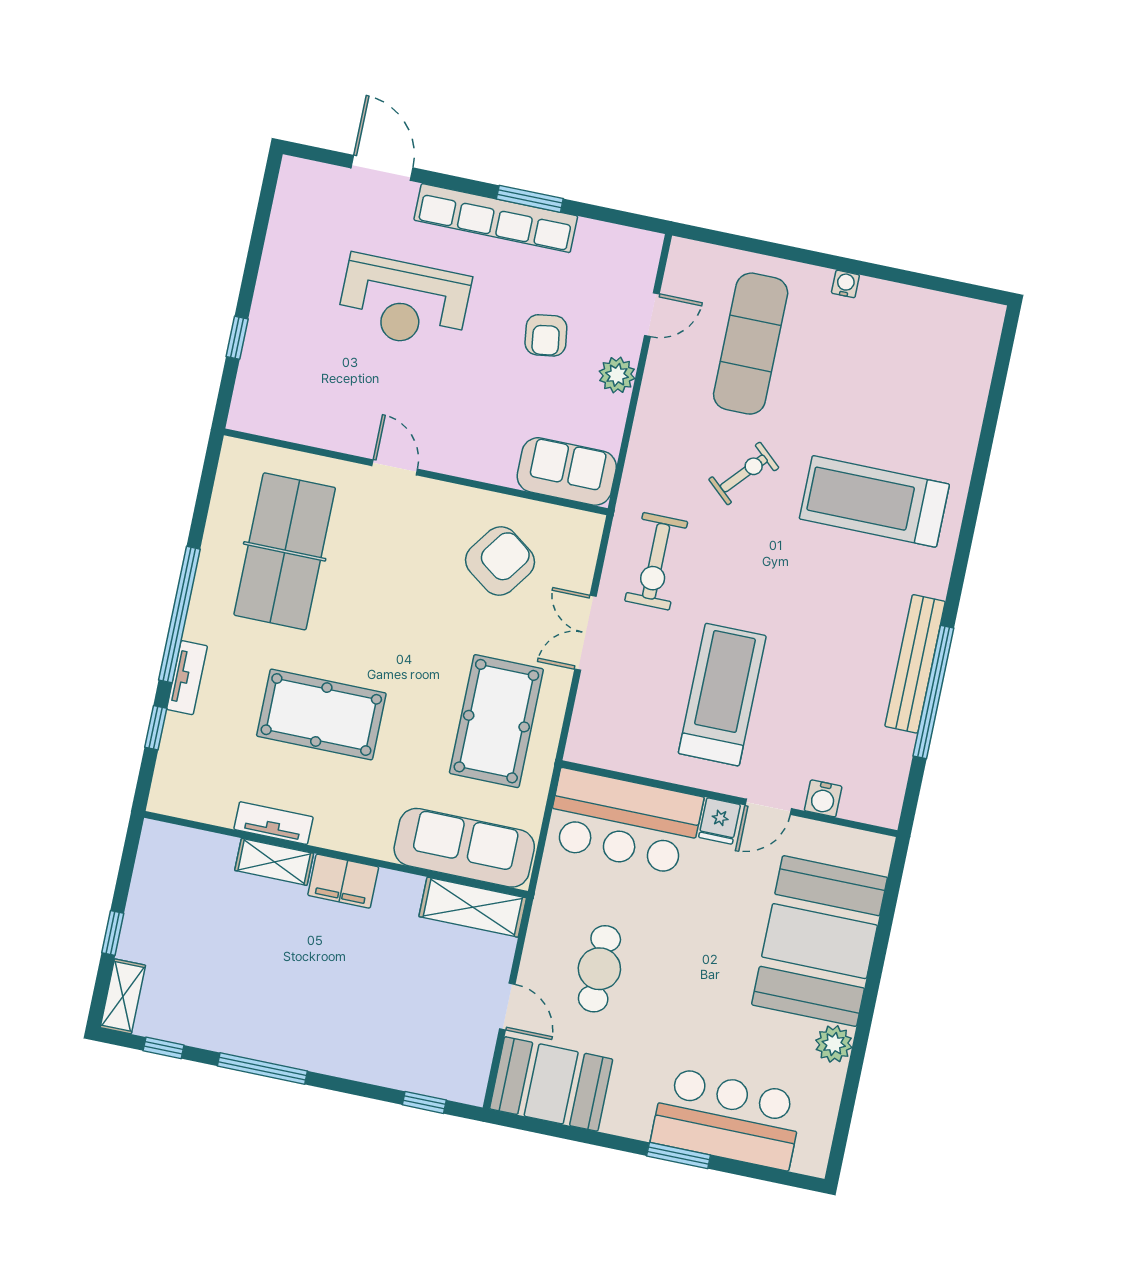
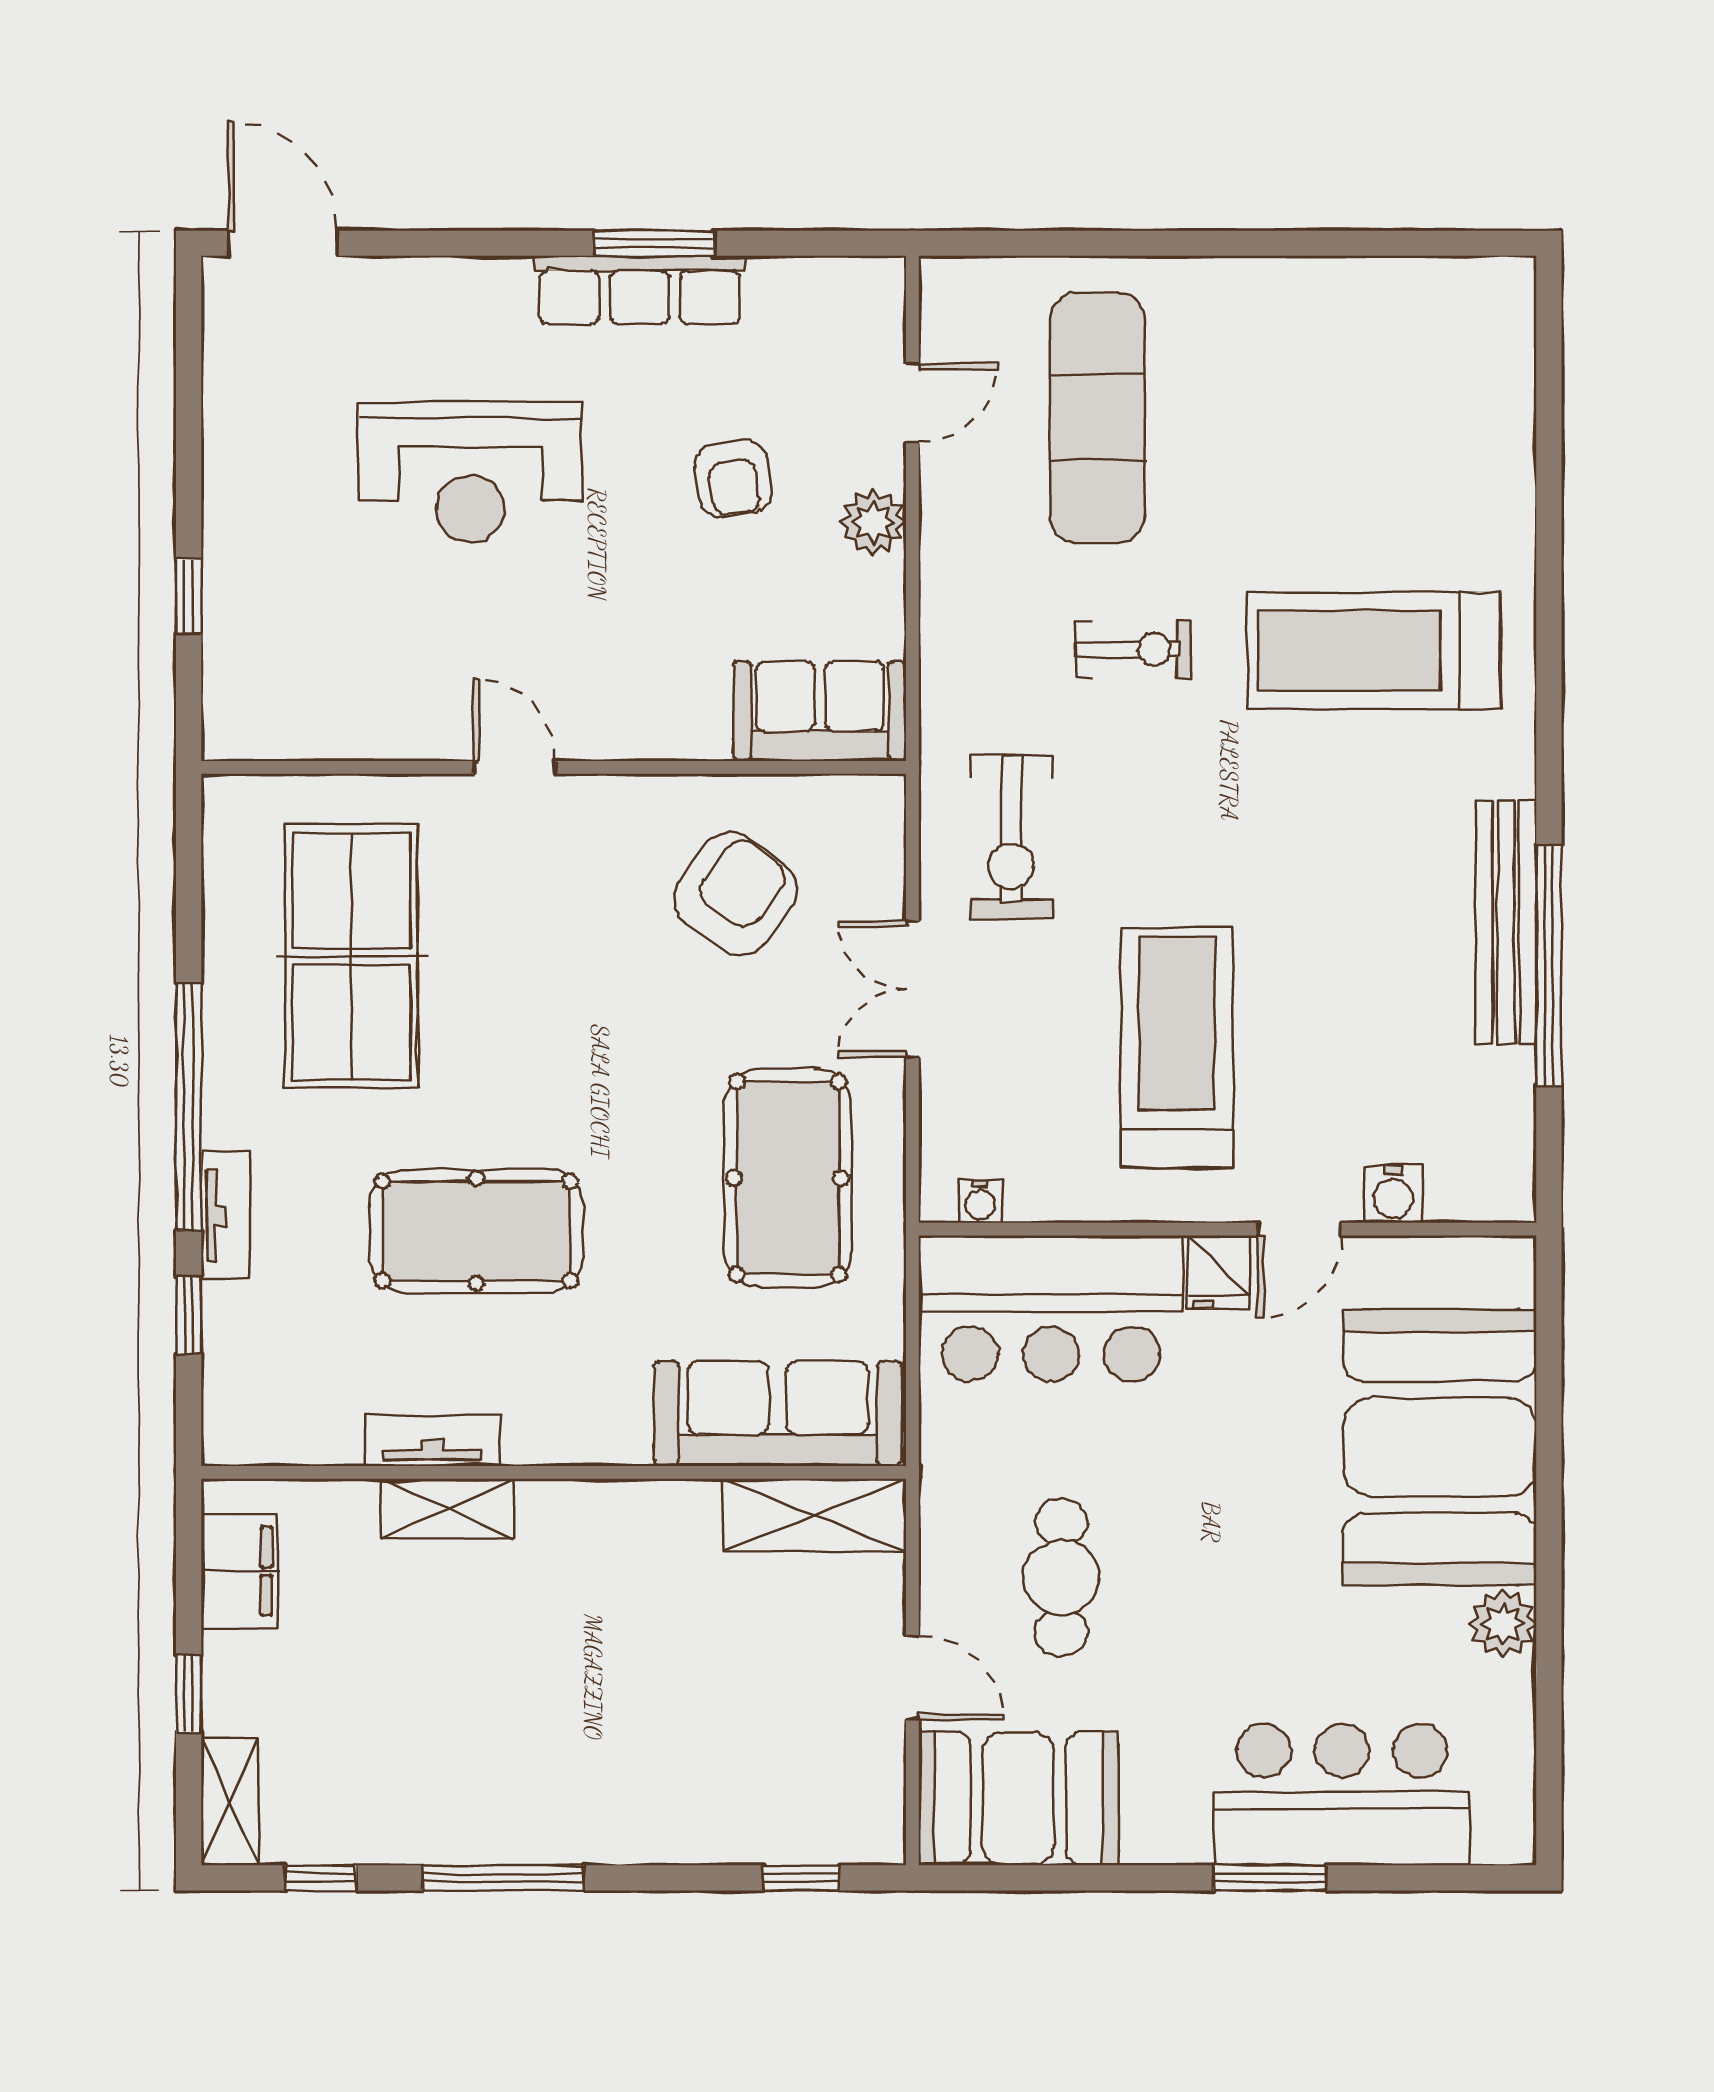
door: (382, 168) -> (283, 243), moved
row of seats: (496, 218) -> (640, 290), width x0.73
water cooler: (845, 284) -> (980, 1201), moved, turned 180
exercise bike: (744, 473) -> (1133, 649), turned 48
filing cabinet: (343, 881) -> (240, 1571), moved, turned -90

